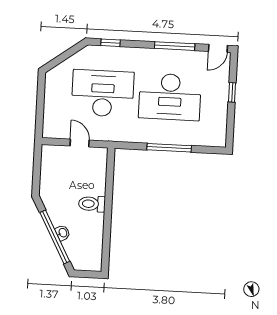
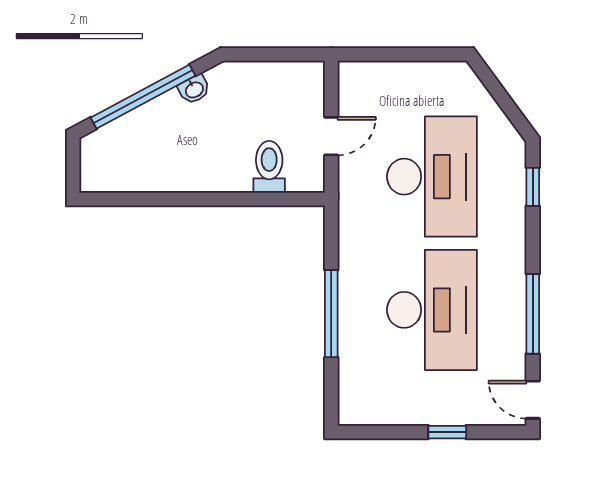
desk: (170, 97) -> (432, 310), turned 180
toilet: (92, 204) -> (269, 167), moved
washbasin: (63, 233) -> (194, 89), moved

